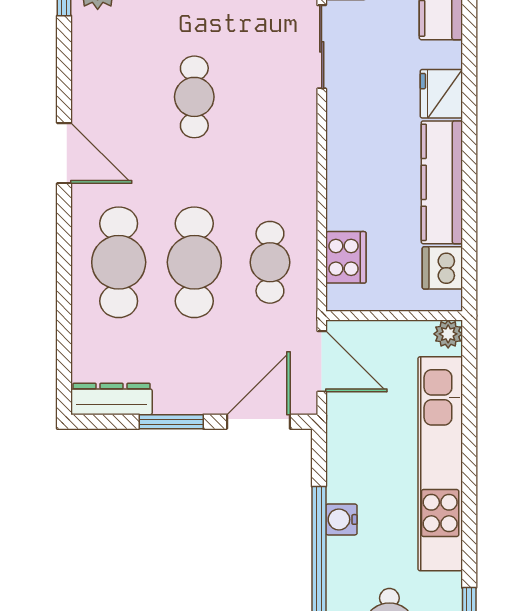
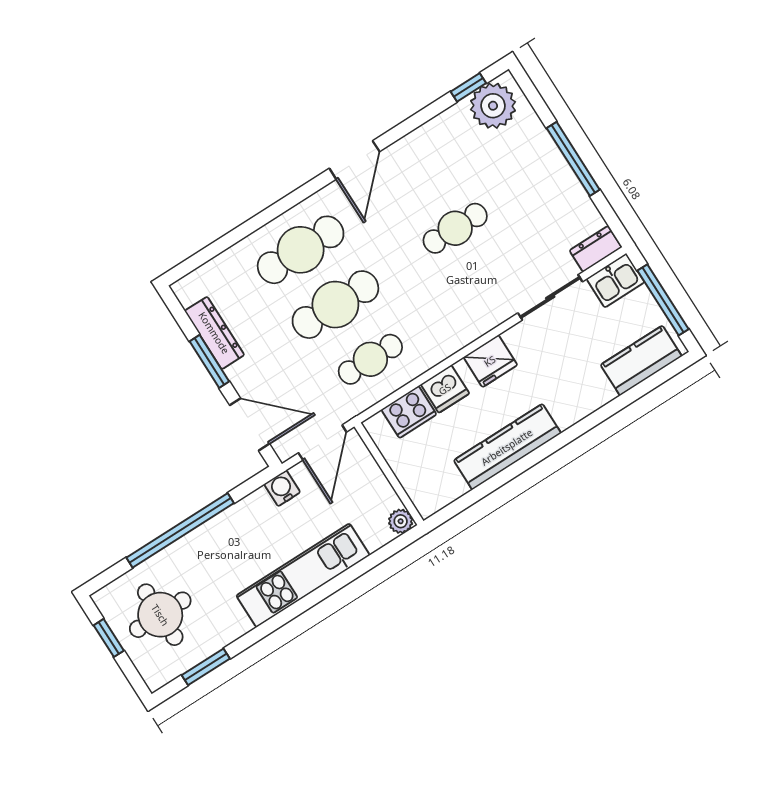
fridge: (441, 94) -> (490, 361), moved, turned 180
dishwasher: (442, 268) -> (445, 389), moved, turned 180
dresser: (112, 399) -> (214, 333), moved
kitchen unit: (440, 464) -> (303, 575), width x0.73
water cooler: (341, 519) -> (282, 488), moved

